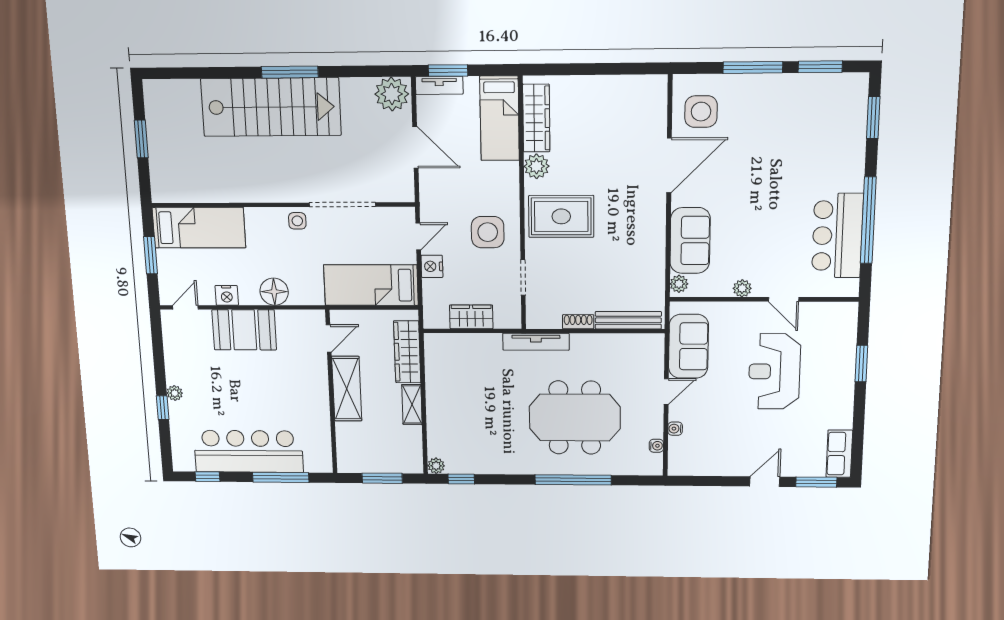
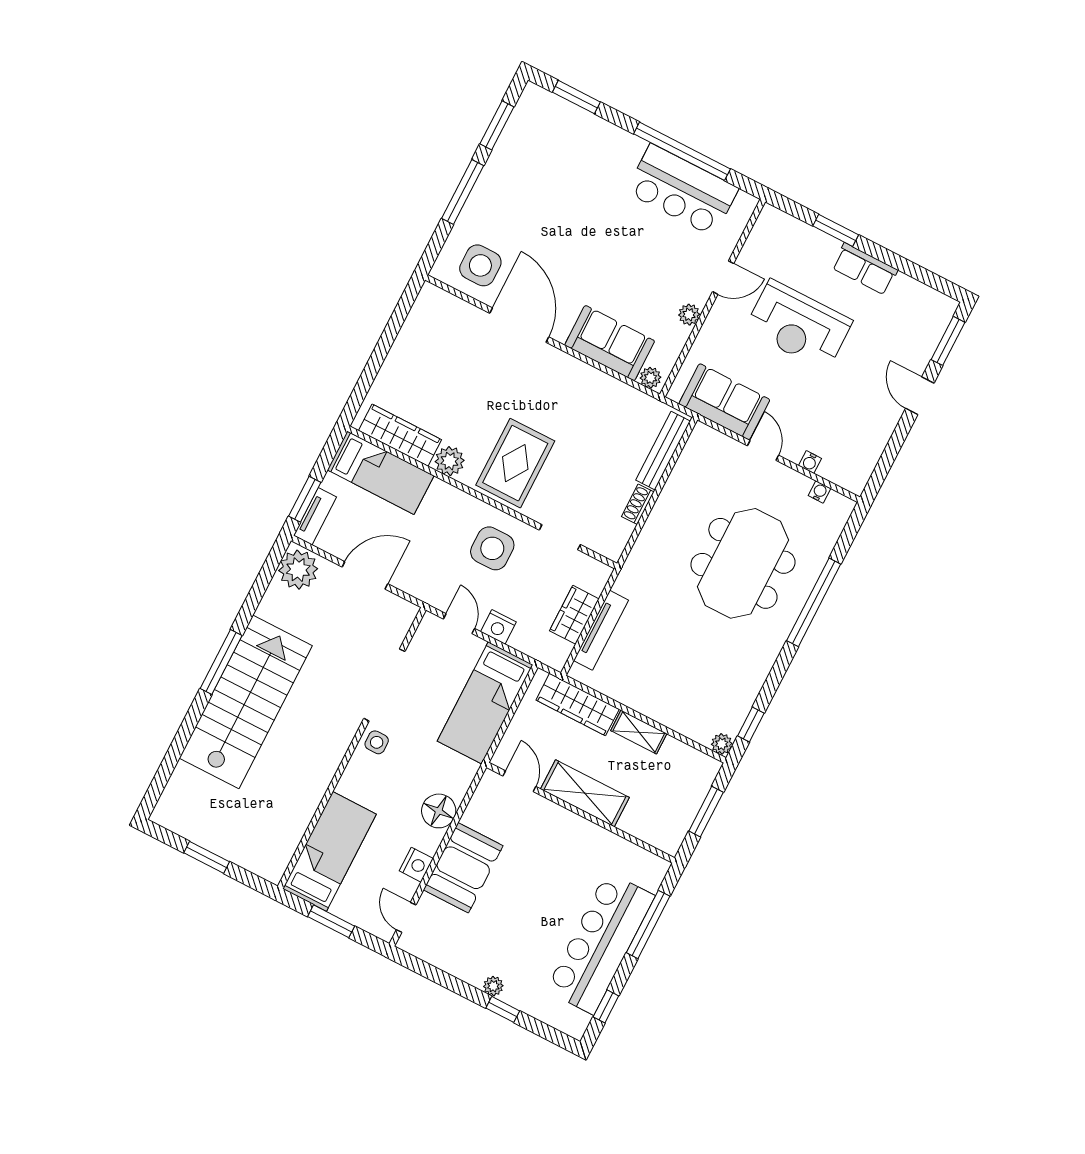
tv unit: (536, 342) -> (601, 630), moved
row of seats: (839, 454) -> (865, 269), moved

